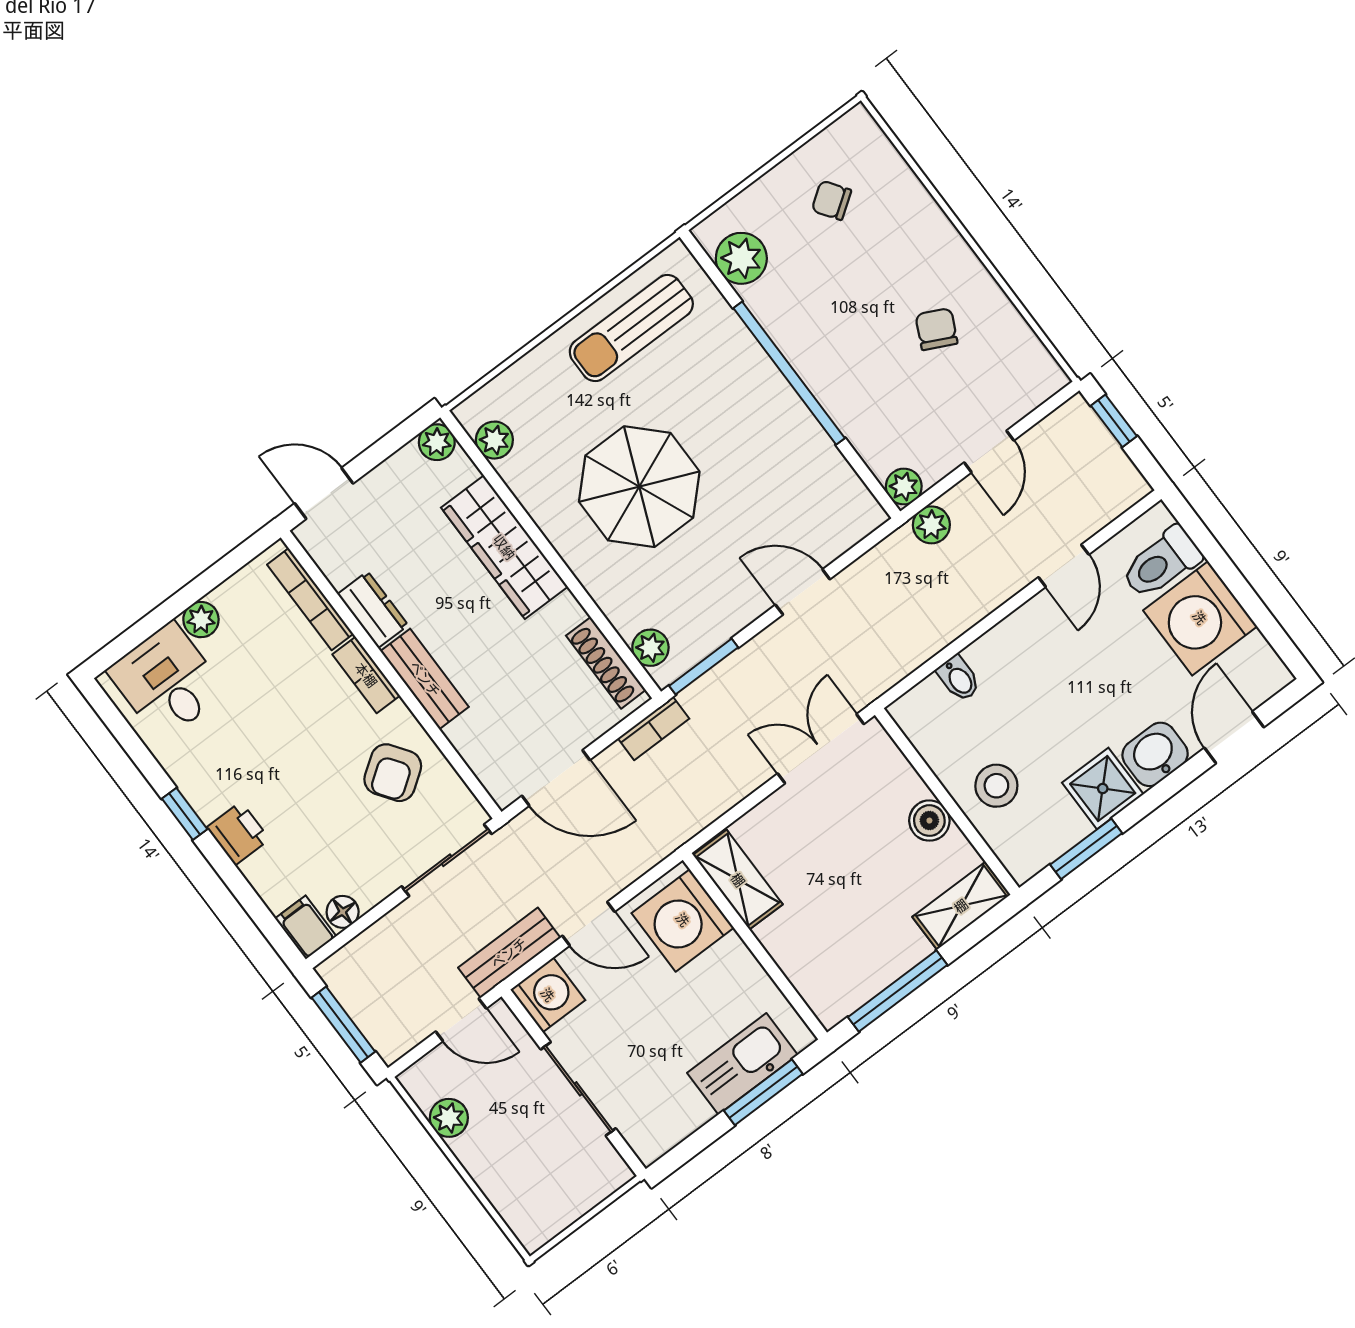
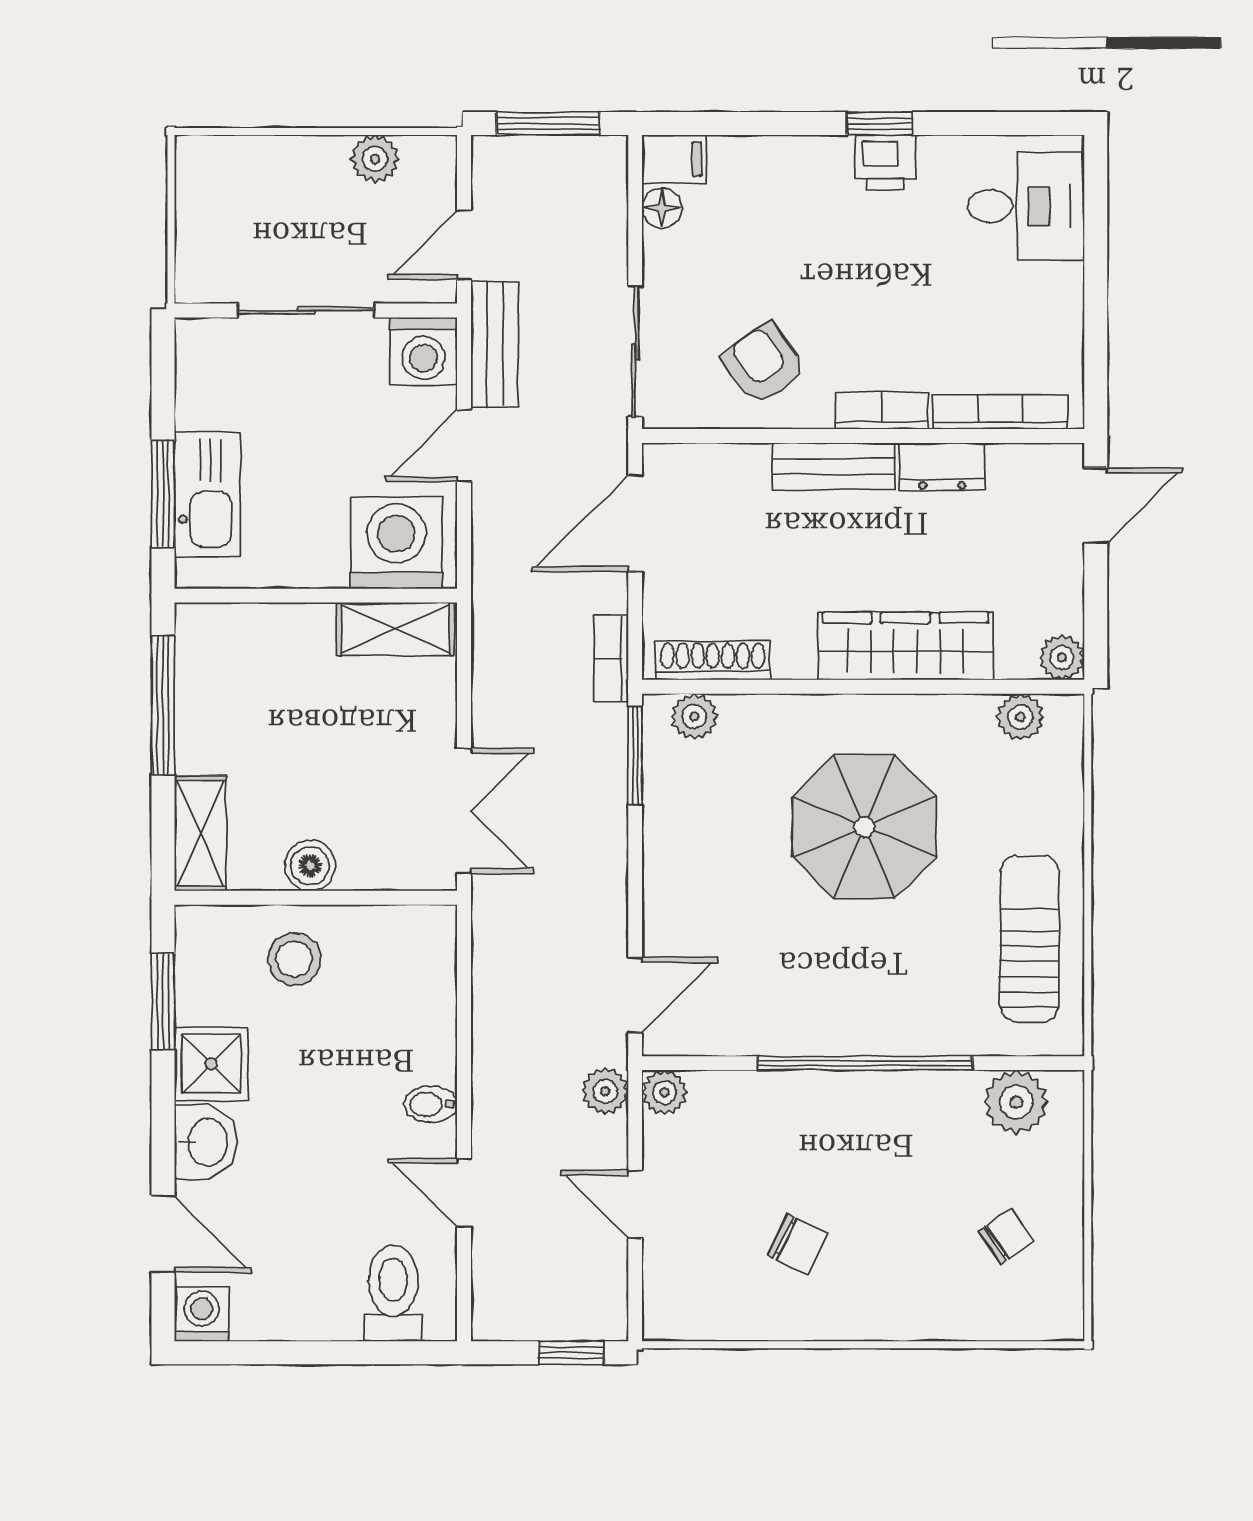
door: (803, 592) -> (635, 995), moved
washing machine: (1200, 618) -> (202, 1314), moved, width x0.53, depth x0.53
plant: (201, 620) -> (1062, 287), removed
bidet: (959, 678) -> (431, 1104), moved
printer: (238, 833) -> (886, 162), moved

